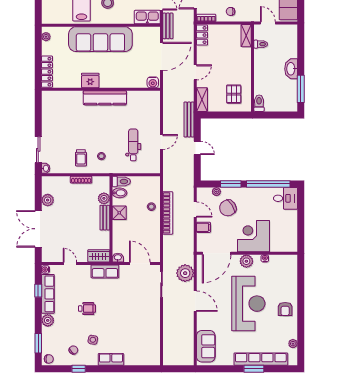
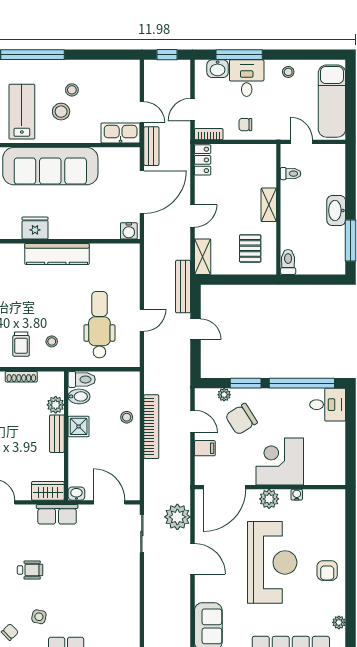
shelving: (246, 36) -> (269, 205), moved
dental chair: (133, 145) -> (99, 325), width x1.36, depth x1.38

